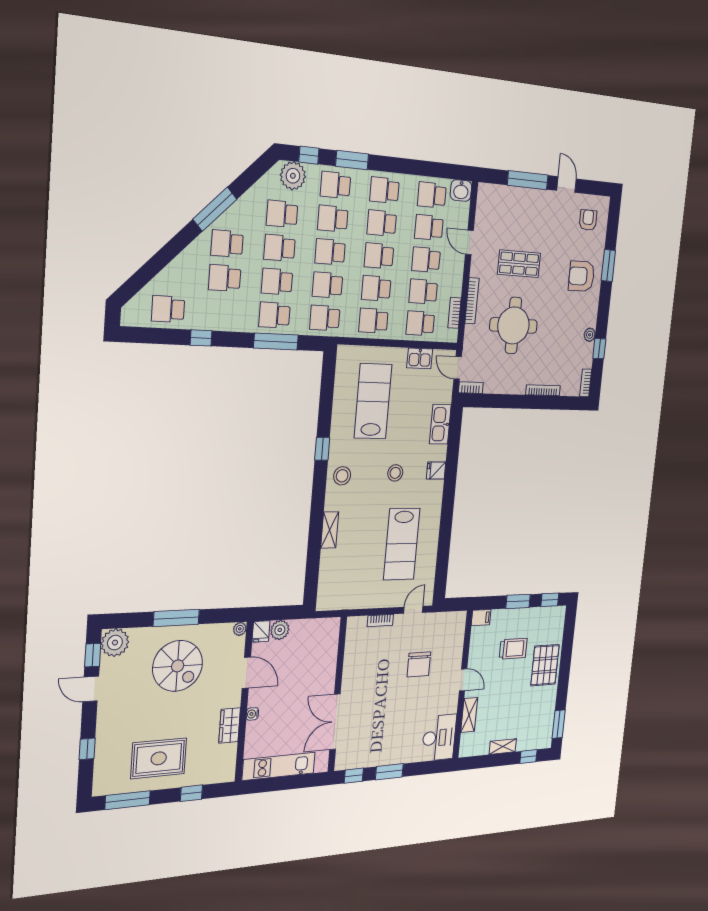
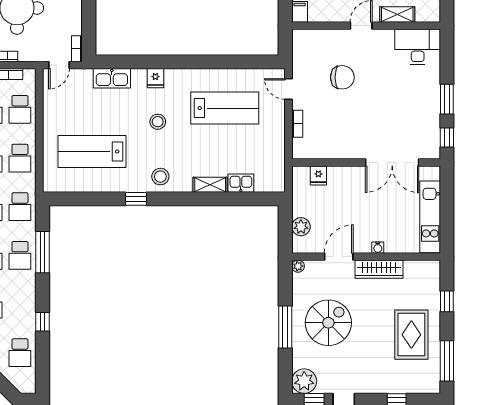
kitchen sink: (420, 358) -> (241, 183), moved, turned -90
fridge: (261, 631) -> (318, 175), moved, turned 90
wardrobe: (230, 726) -> (379, 269), width x1.50

